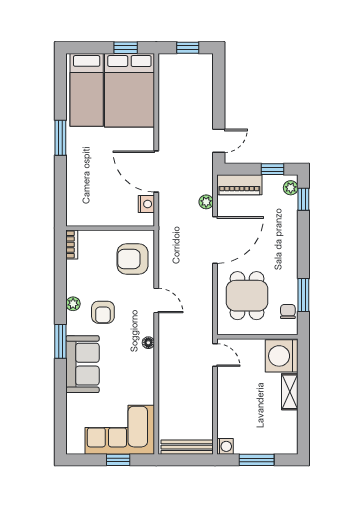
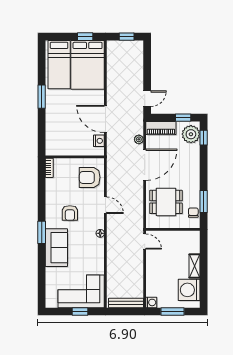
plant: (291, 188) -> (191, 134), width x1.88, depth x1.88
dining table: (247, 296) -> (166, 202), turned 90
plant: (73, 304) -> (50, 207), removed
washing machine: (282, 356) -> (189, 290), moved

